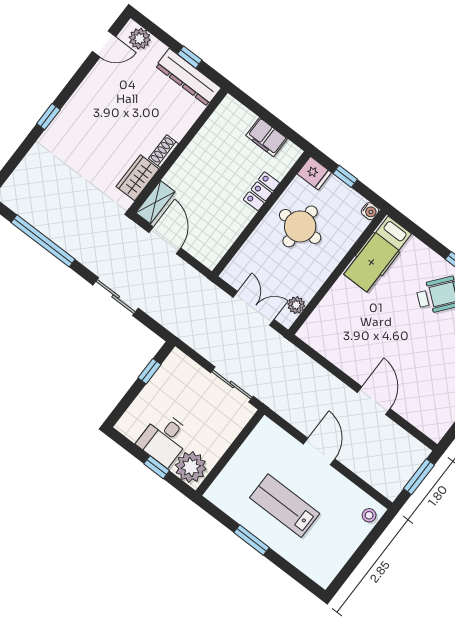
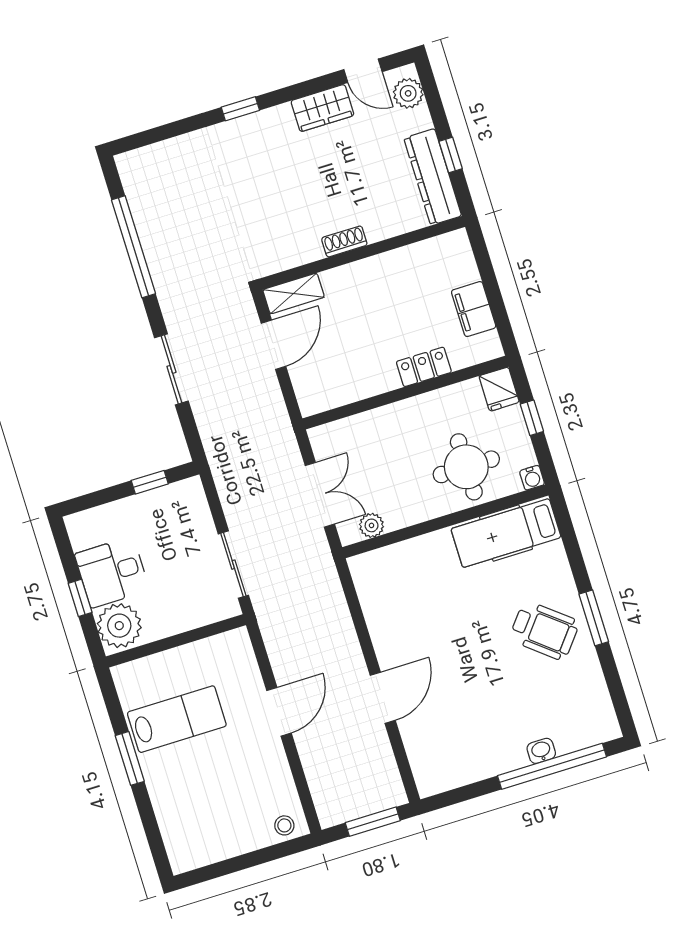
wardrobe: (138, 178) -> (322, 108), moved, turned 180
round table: (300, 226) -> (466, 467), moved
lab bench: (285, 506) -> (177, 719), moved, turned 90

